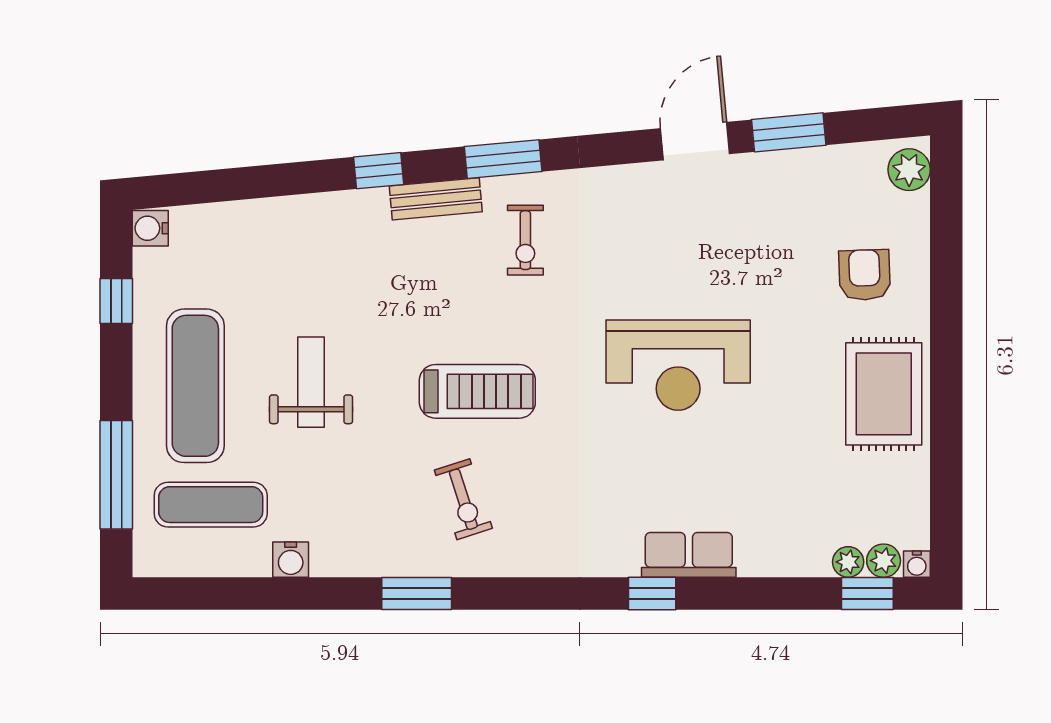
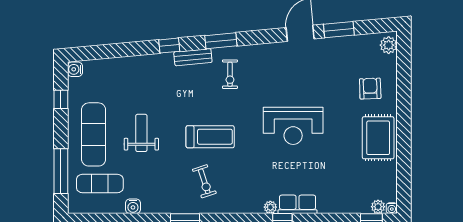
plant: (848, 562) -> (270, 207), moved

